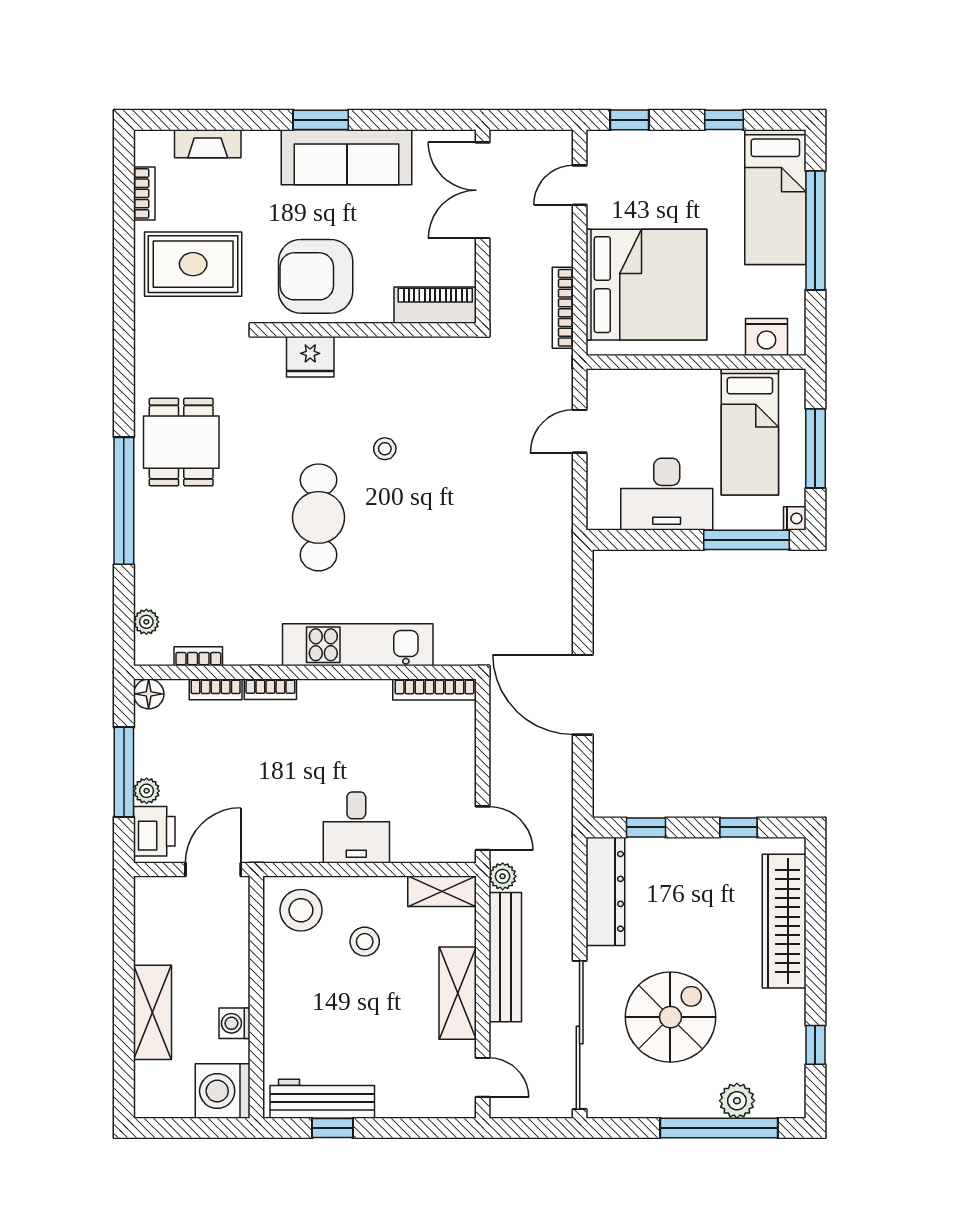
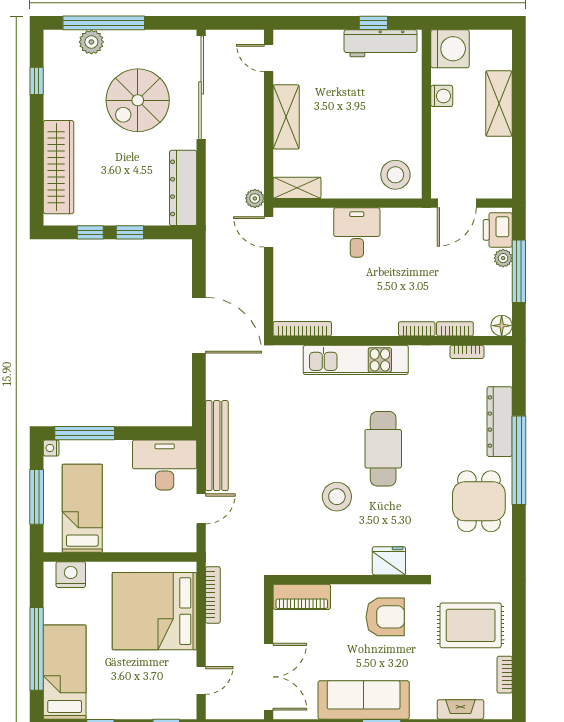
armchair: (316, 276) -> (385, 617), width x0.73, depth x0.73
stool: (385, 449) -> (337, 497), width x1.89, depth x1.89
desk: (667, 494) -> (165, 465), moved
dresser: (152, 556) -> (500, 422), added
plant: (146, 622) -> (503, 376), removed
window: (646, 827) -> (130, 232), moved
stool: (365, 942) -> (351, 153), removed
bench: (505, 957) -> (217, 446), moved

